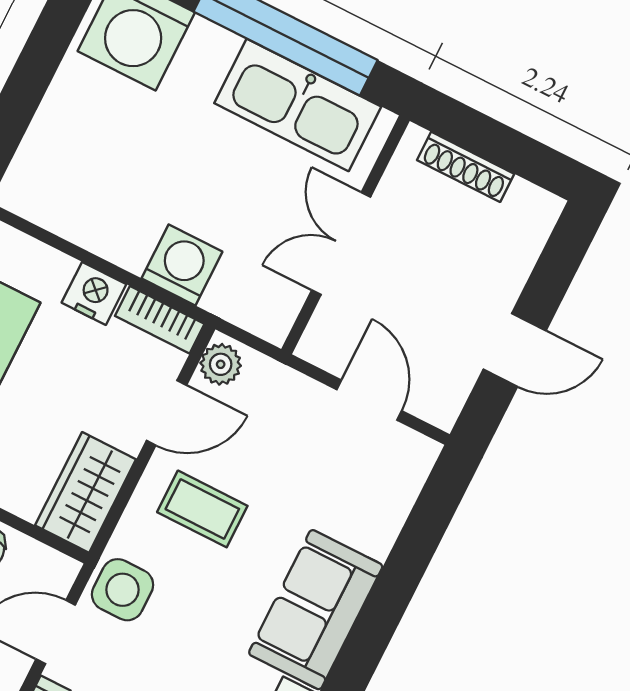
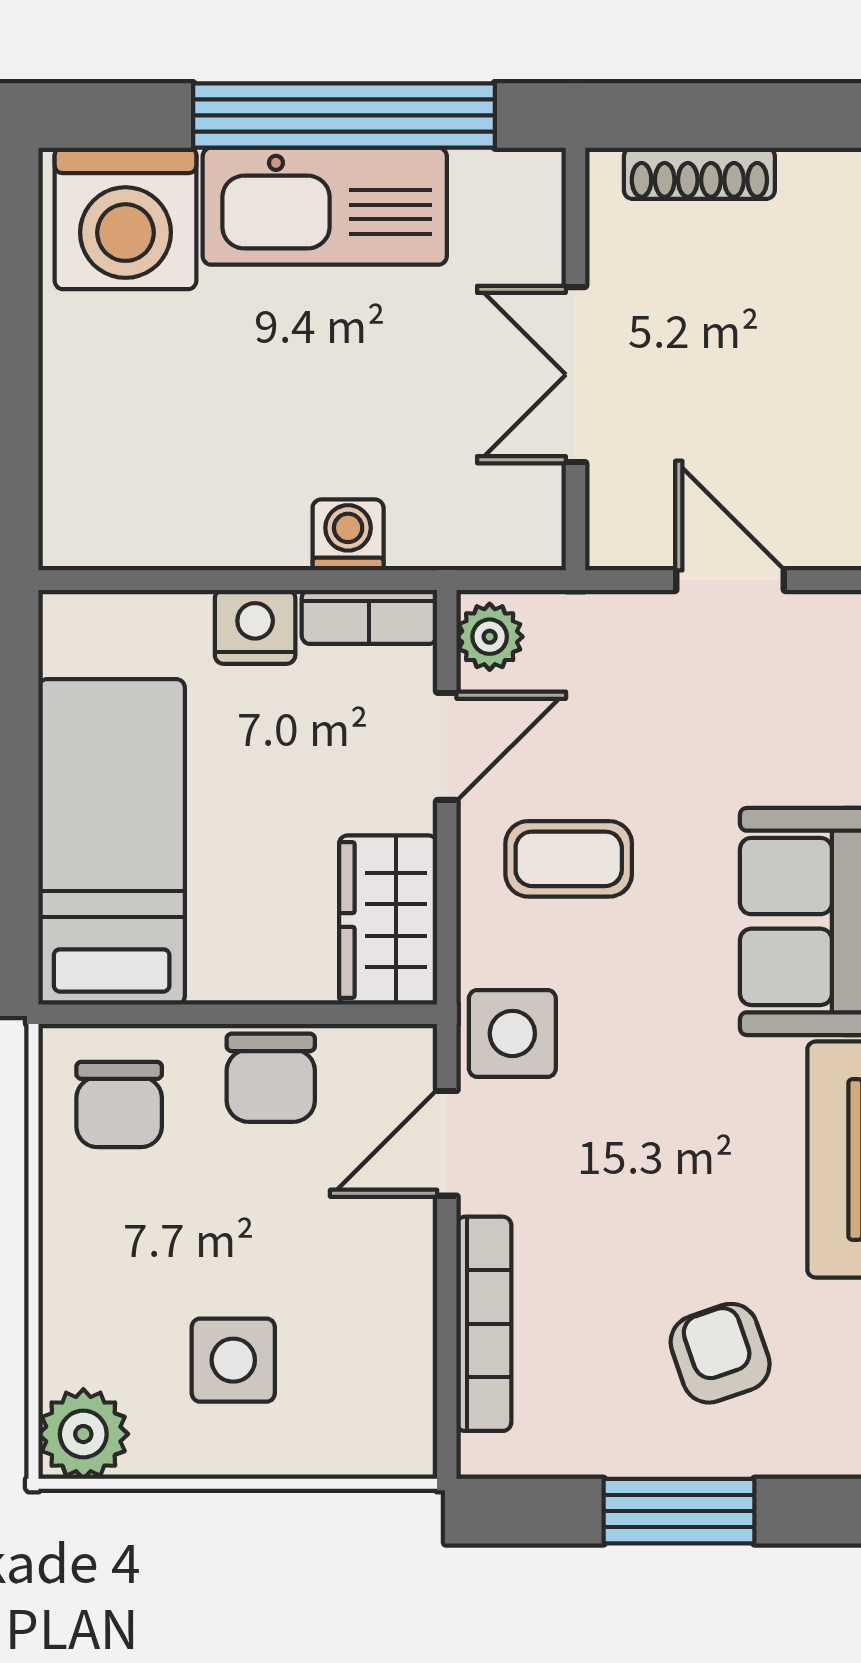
kitchen sink: (298, 105) -> (325, 206), moved
washing machine: (182, 265) -> (348, 535), width x0.73, depth x0.73

